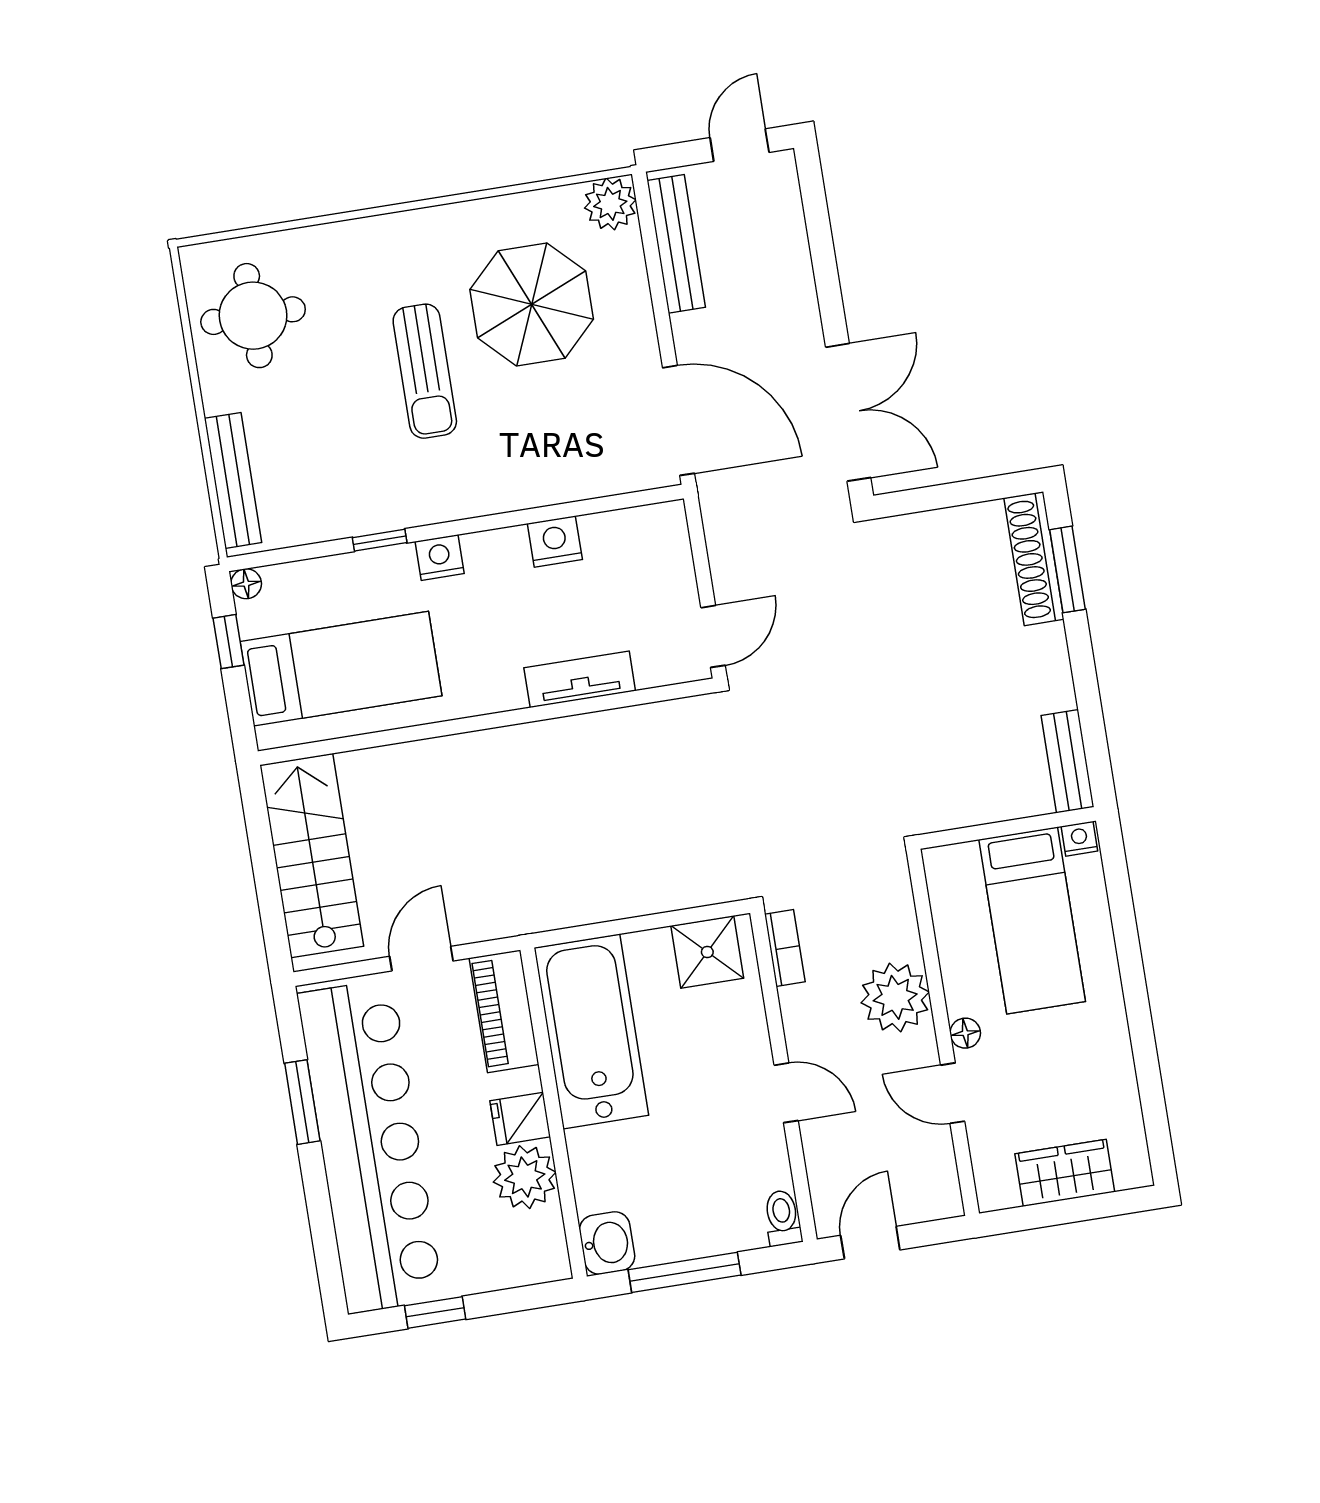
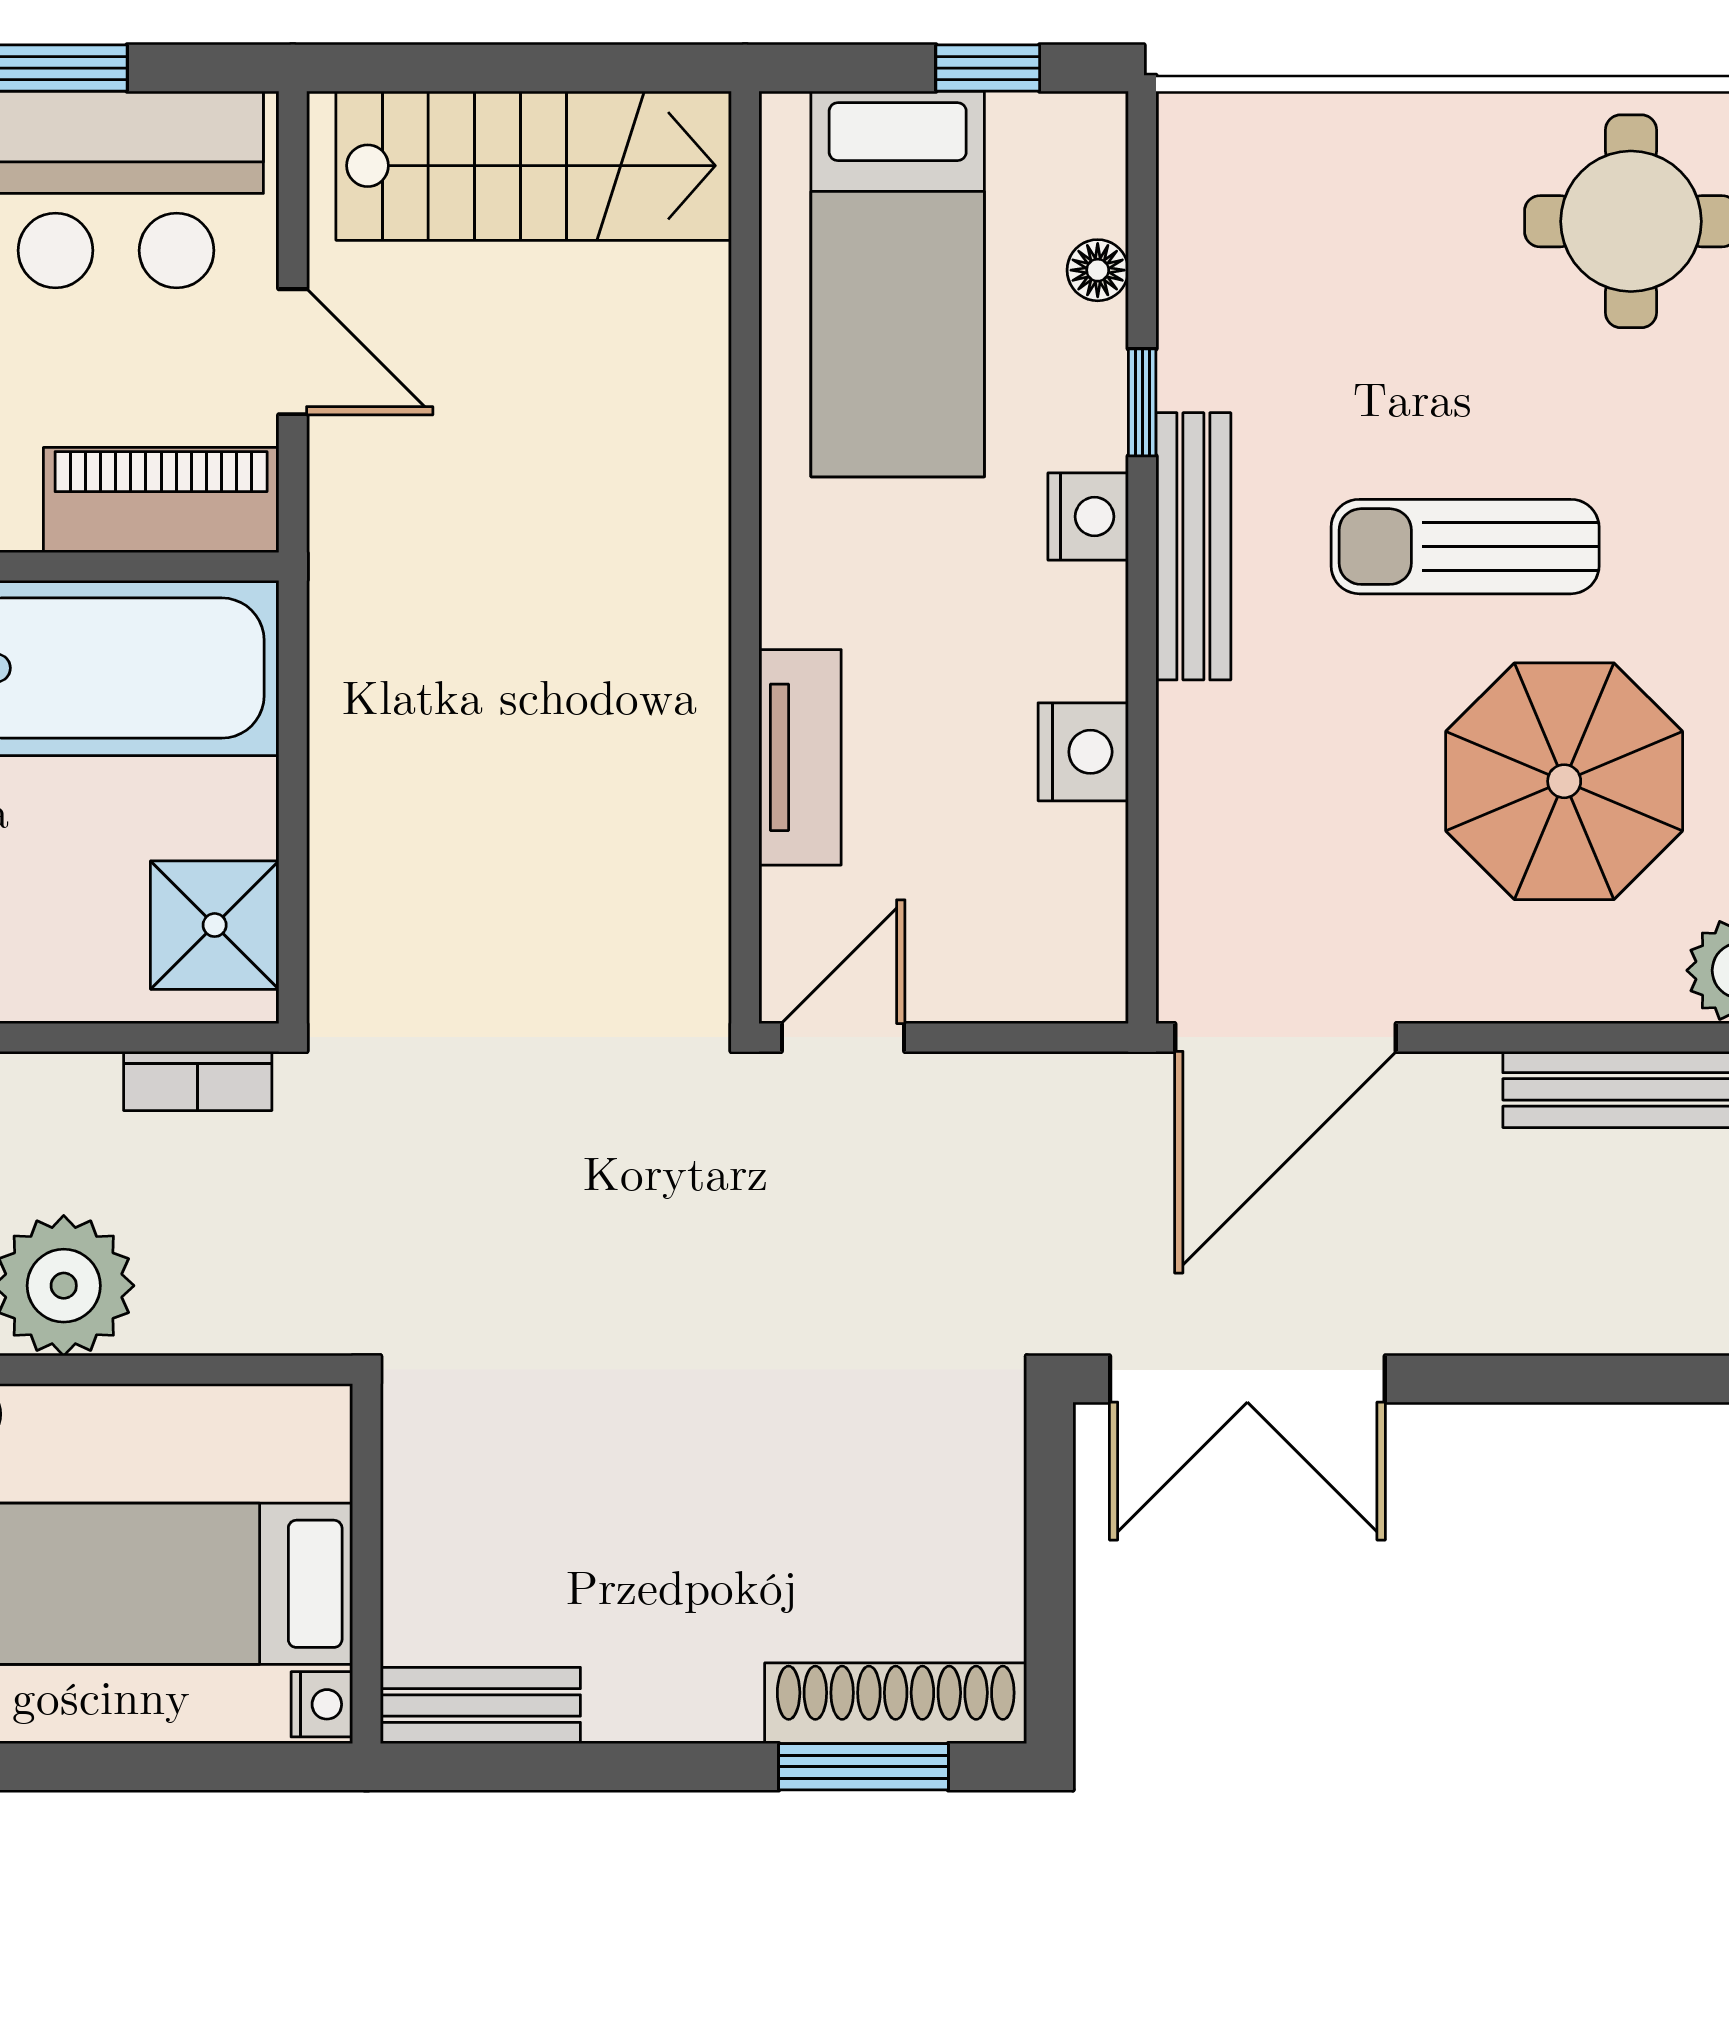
bench: (233, 480) -> (1193, 546), moved, turned 90
floor lamp: (246, 584) -> (1098, 270), moved
door: (713, 636) -> (843, 1037), swing flipped

